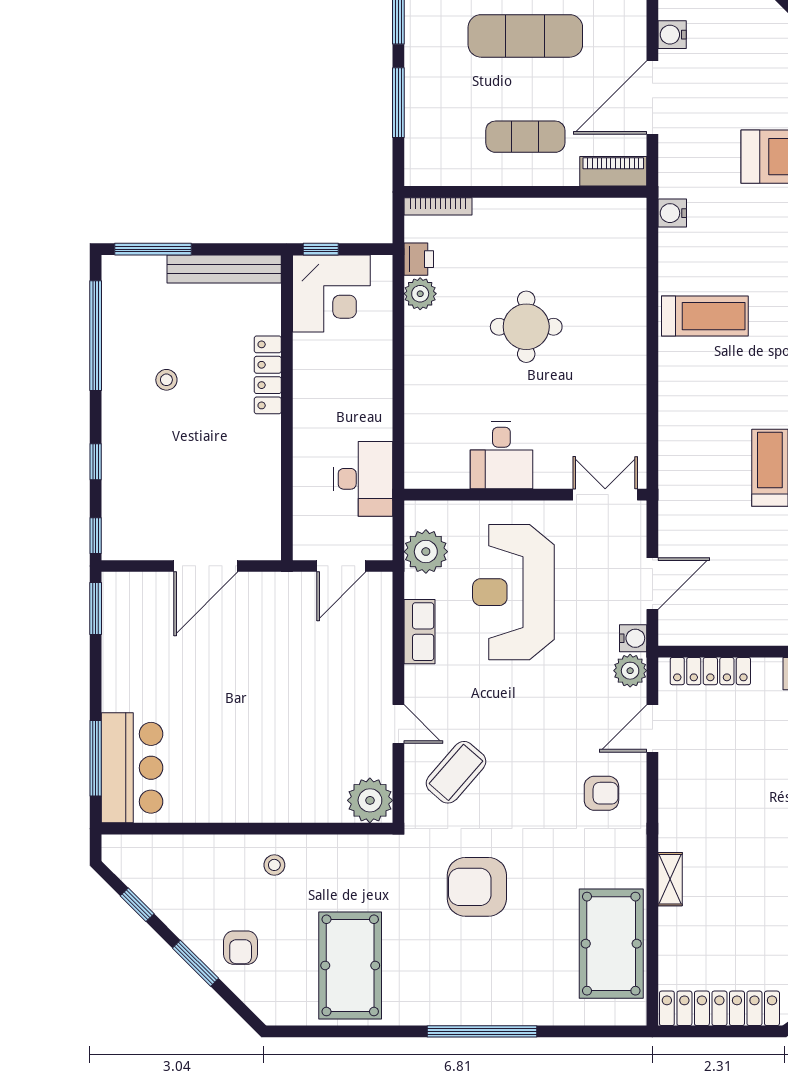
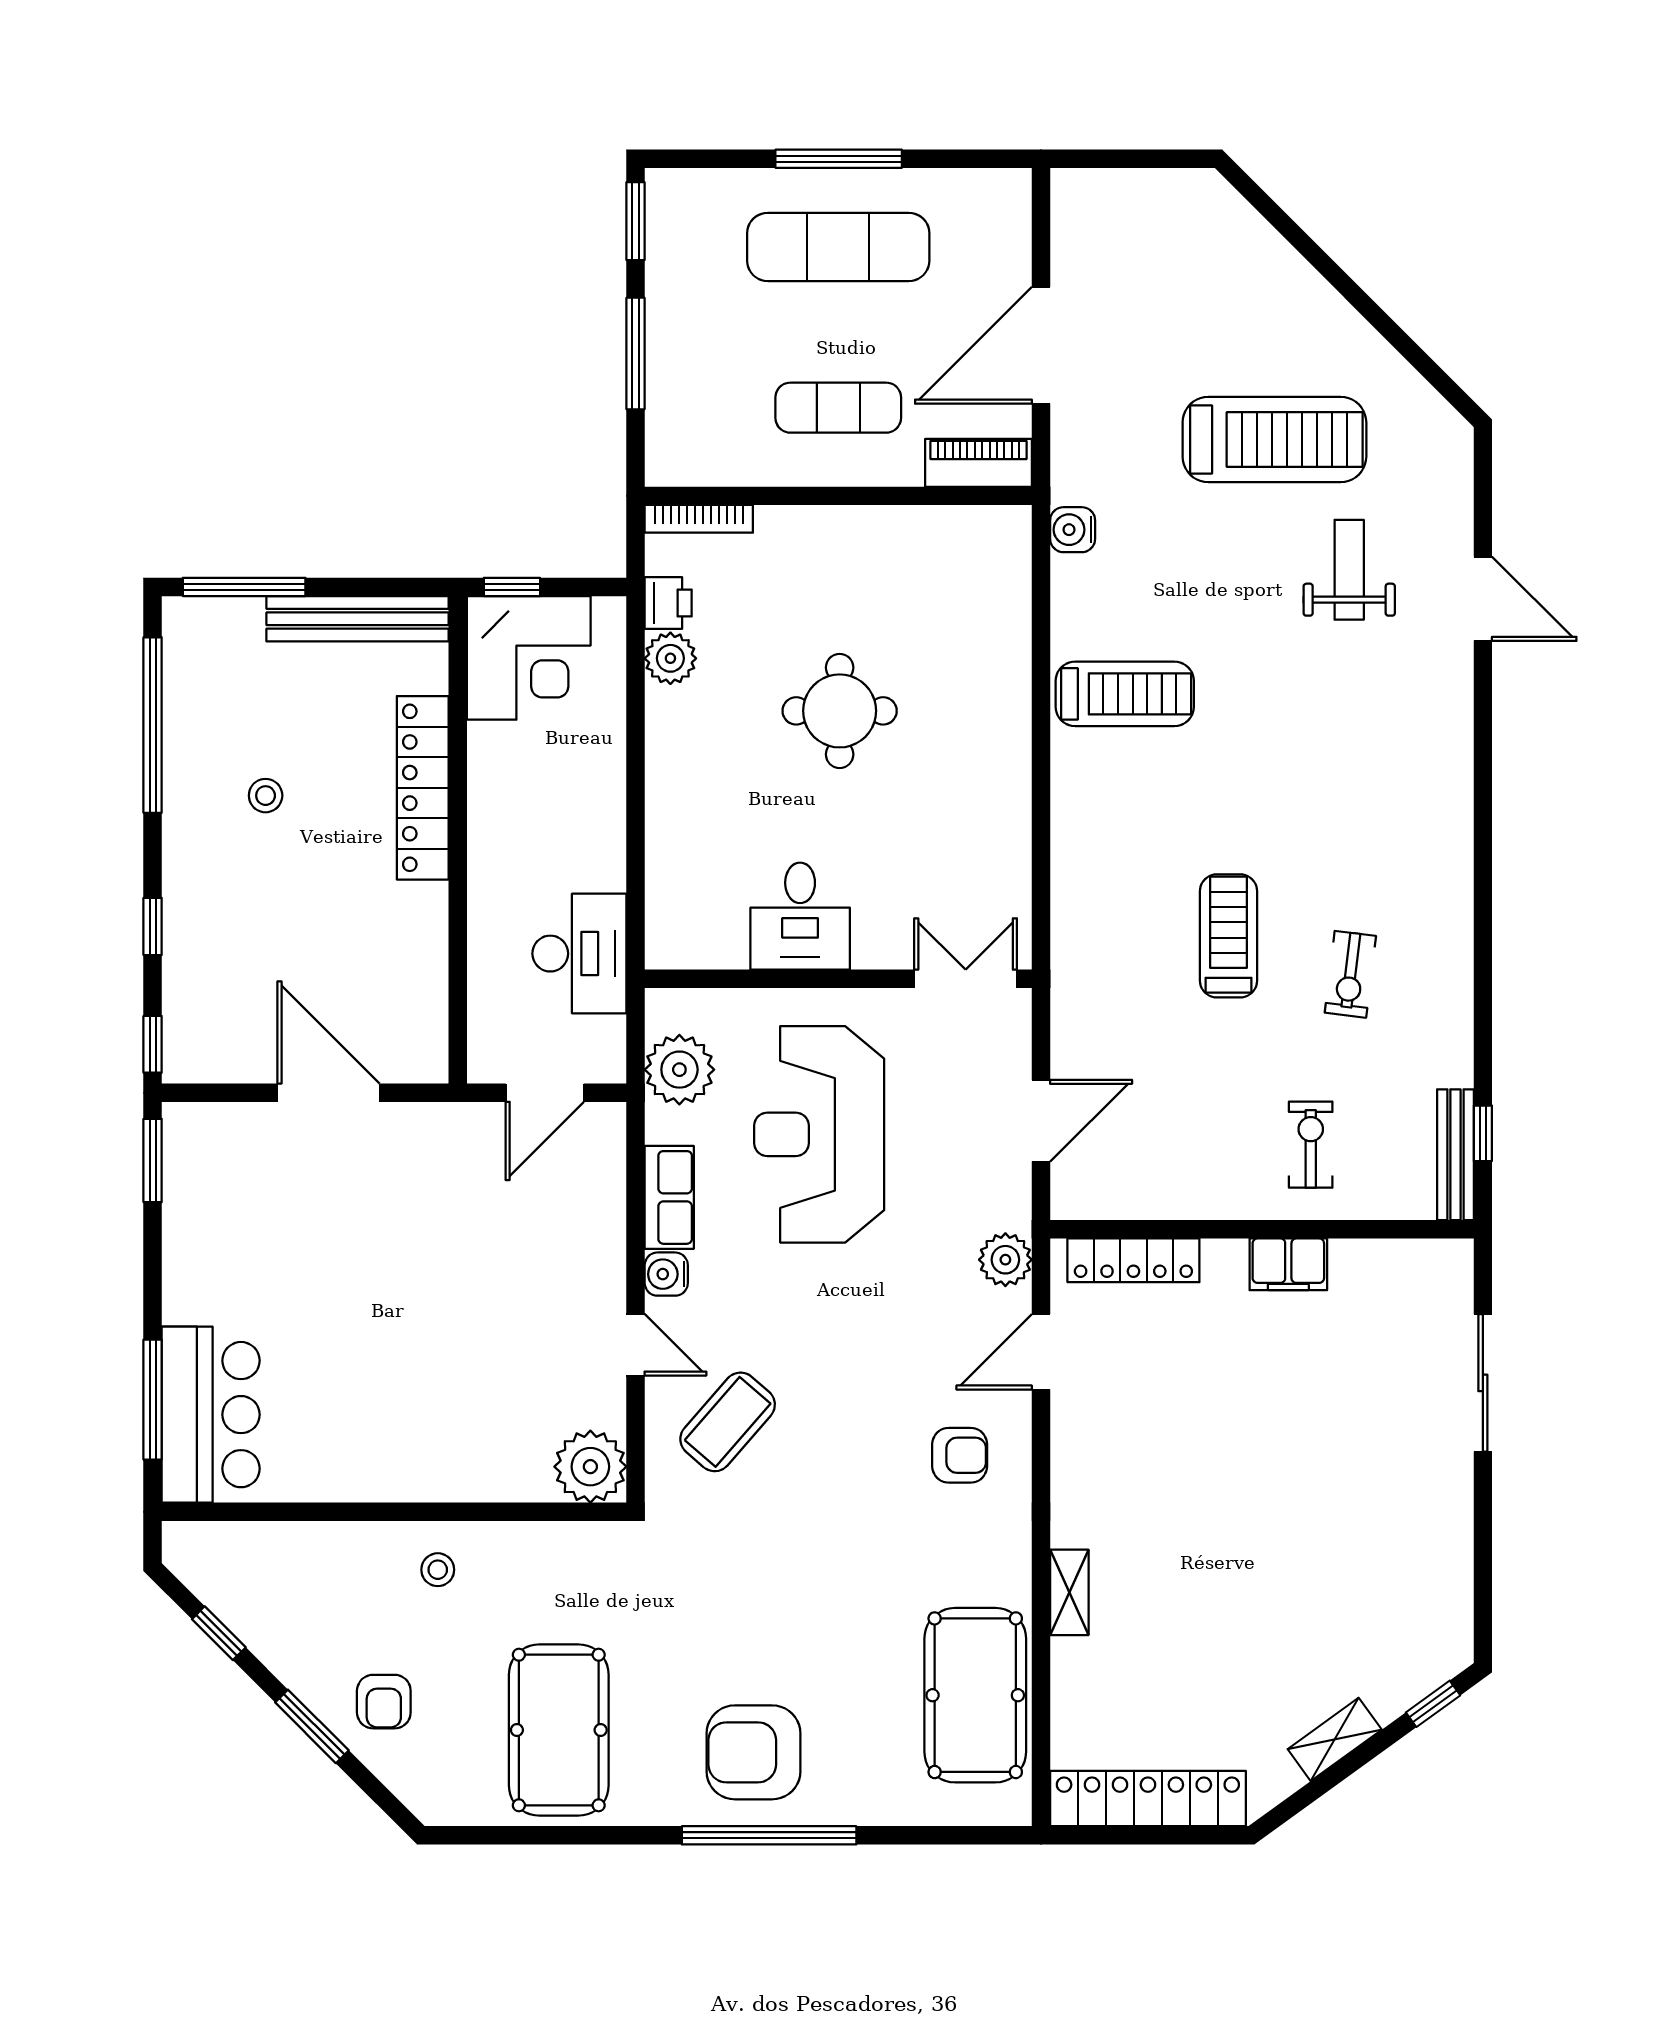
water cooler: (672, 35) -> (1072, 245), removed
locker: (268, 375) -> (423, 788), width x1.41, depth x1.21
door: (206, 566) -> (329, 1093), swing flipped
water cooler: (633, 638) -> (666, 1274), moved, turned 180
armchair: (477, 887) -> (753, 1752), moved

